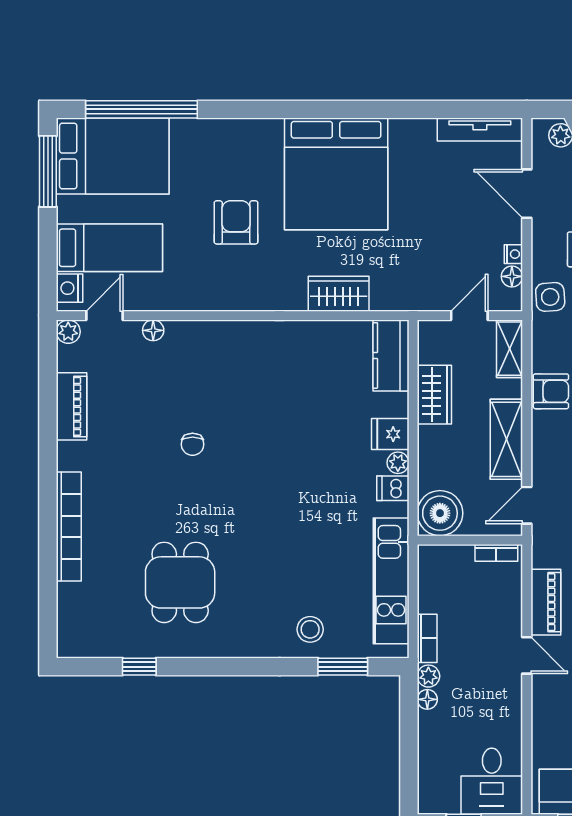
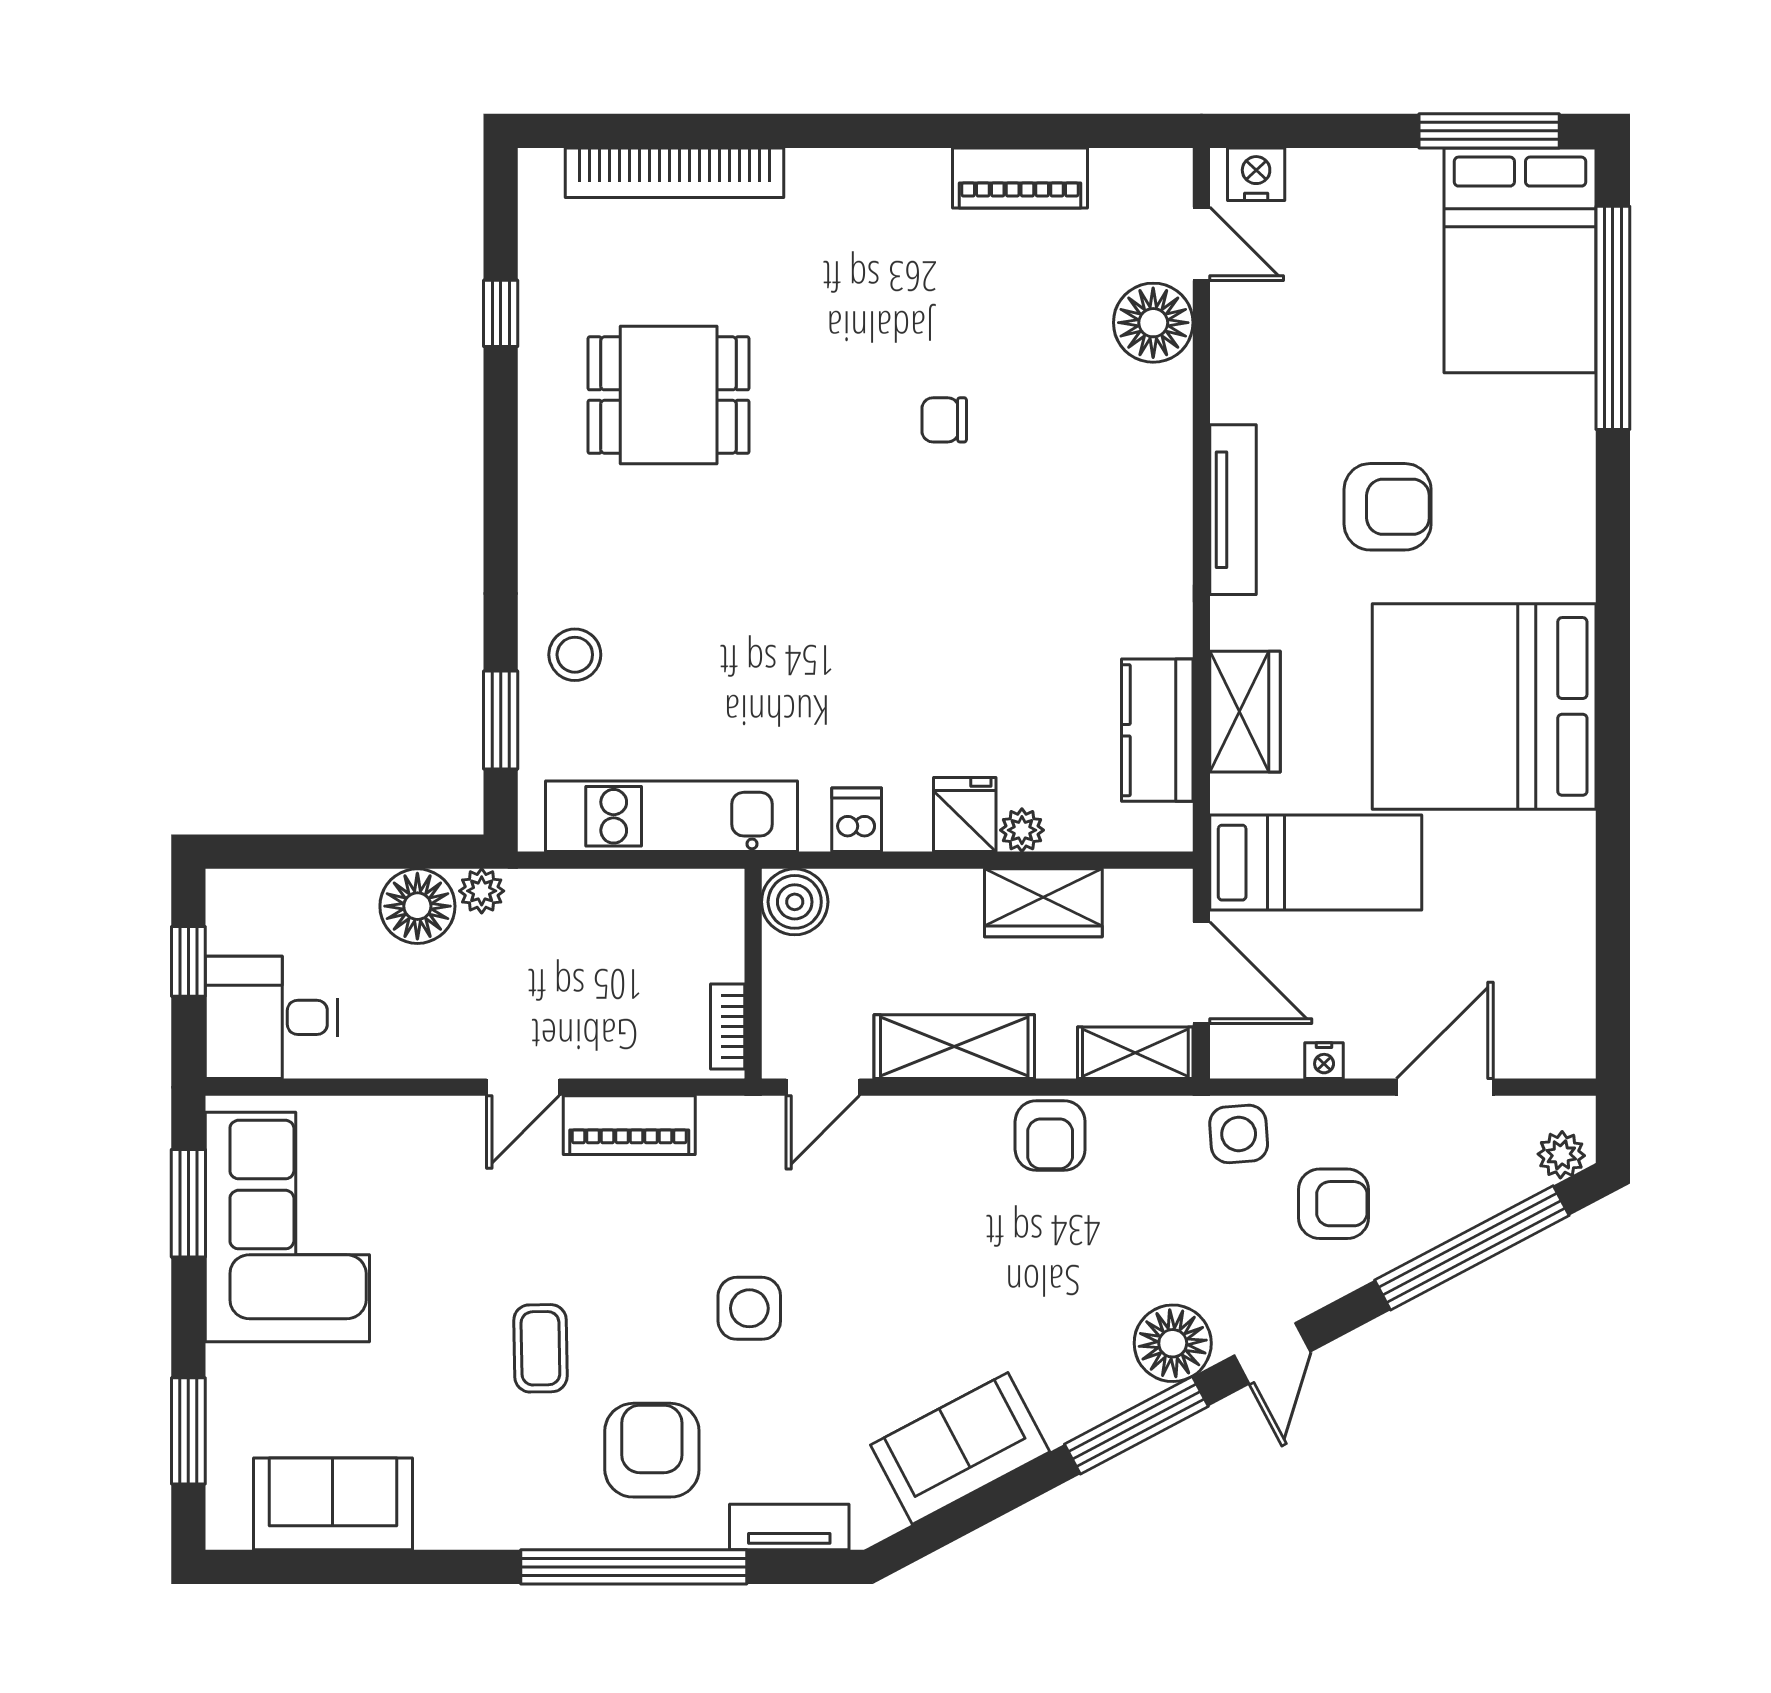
tv unit: (480, 130) -> (1233, 510), moved, turned 180
bed: (109, 248) -> (1316, 863), moved, turned -90
floor lamp: (512, 276) -> (1279, 1058), removed
door: (469, 316) -> (1201, 973), width x1.38
floor lamp: (153, 330) -> (1153, 323), width x1.89, depth x1.89
plant: (68, 332) -> (1169, 172), removed
kitchen counter: (391, 355) -> (1157, 730), moved, turned -90
plant: (398, 463) -> (1022, 830), moved
door: (527, 505) -> (823, 1087), swing flipped
boiler: (440, 513) -> (795, 902), width x0.73, depth x0.73
bookcase: (69, 527) -> (675, 173), moved
bookcase: (427, 638) -> (557, 888), removed
floor lamp: (427, 699) -> (417, 906), width x1.89, depth x1.89

